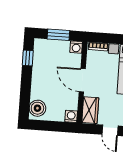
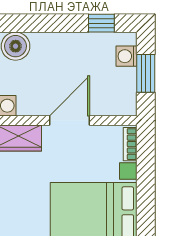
washing machine: (76, 47) -> (126, 56), moved

